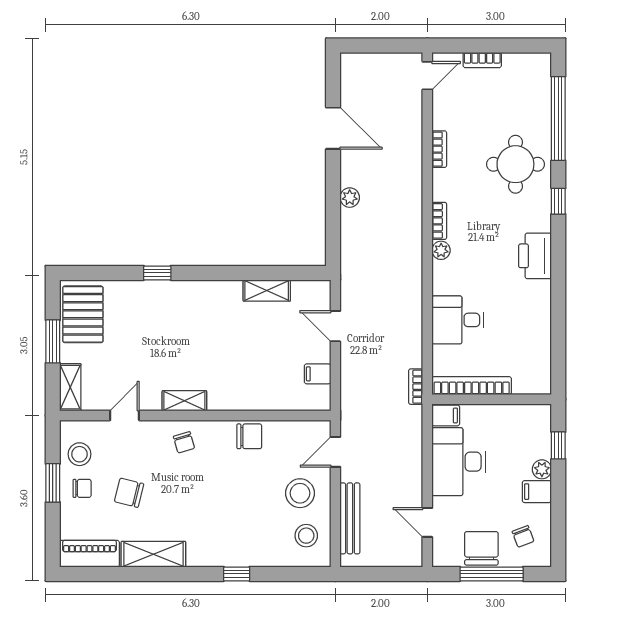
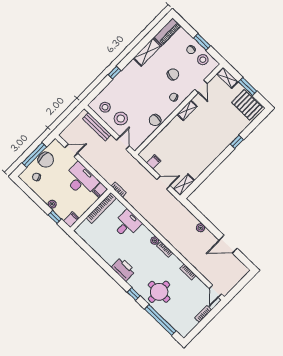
shelving: (267, 290) -> (184, 185), moved
filing cabinet: (537, 492) -> (71, 220), moved
chair: (129, 493) -> (173, 74), moved

